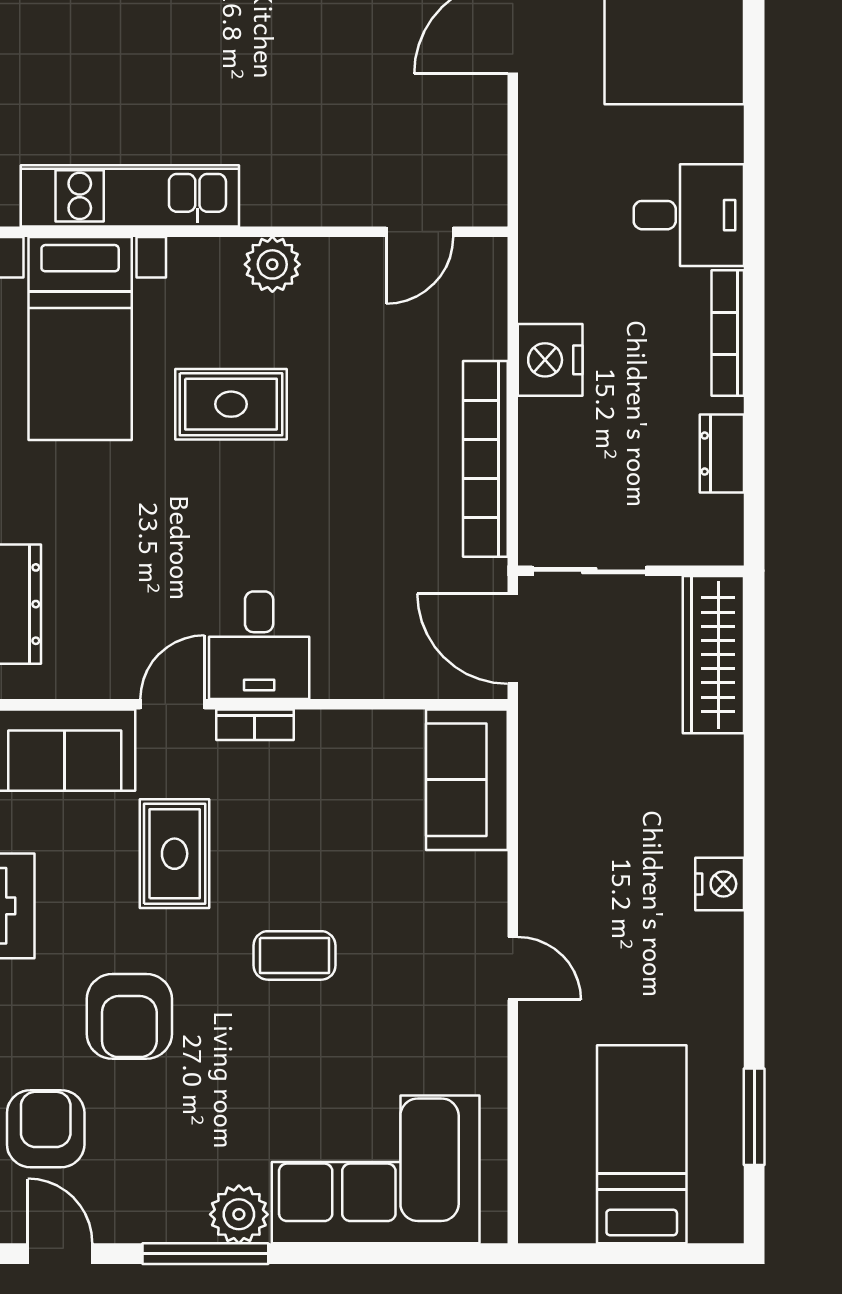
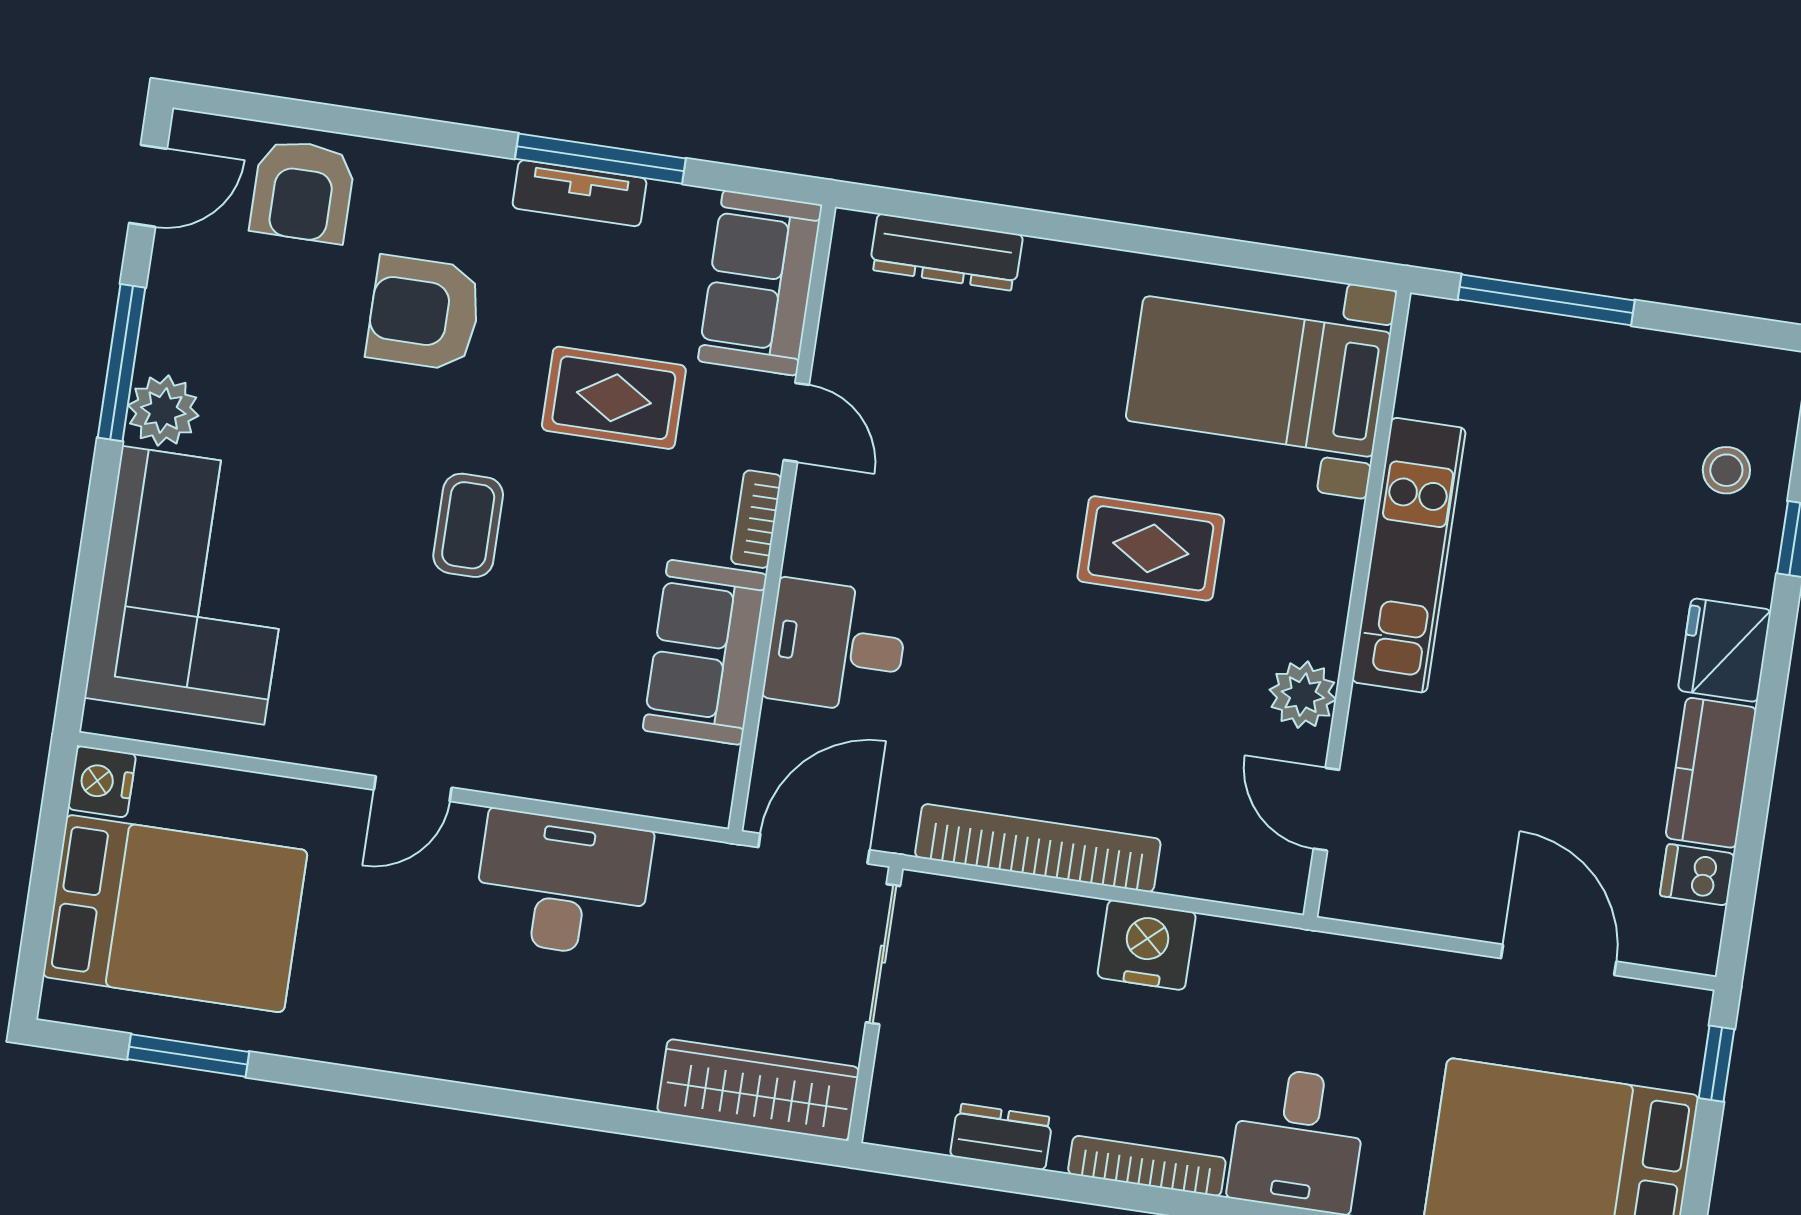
kitchen unit: (130, 196) -> (1409, 555), moved
plant: (272, 264) -> (1303, 695), moved
rug: (231, 404) -> (1151, 548), turned 90
desk: (259, 645) -> (836, 646), moved
sofa: (467, 780) -> (705, 652), moved, turned -90
desk: (572, 836) -> (563, 884), added
nightstand: (720, 884) -> (102, 781), moved, turned 90
armchair: (46, 1129) -> (303, 191), turned 90
bed: (642, 1144) -> (175, 914), width x1.50

